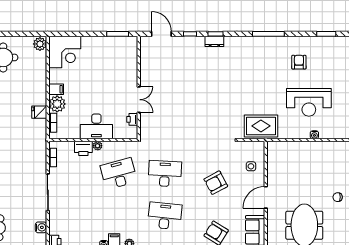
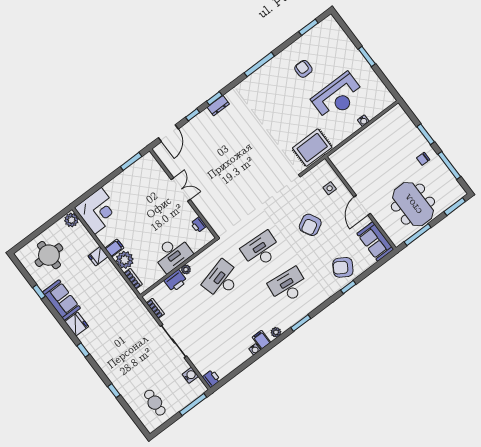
door: (161, 34) -> (168, 133), swing flipped
double door: (139, 100) -> (181, 190), moved
fridge: (39, 112) -> (98, 256), moved

